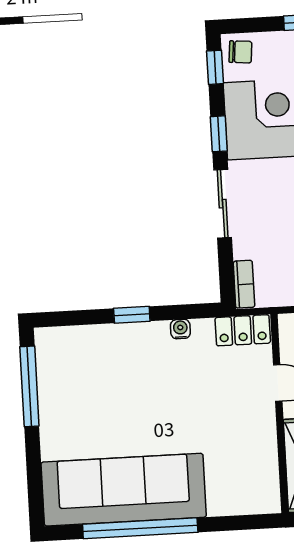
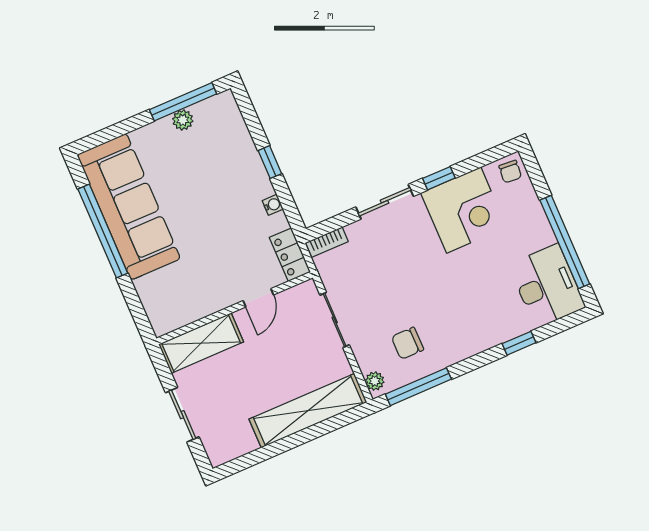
window: (215, 67) -> (491, 156), removed
plant: (49, 394) -> (183, 120), added

